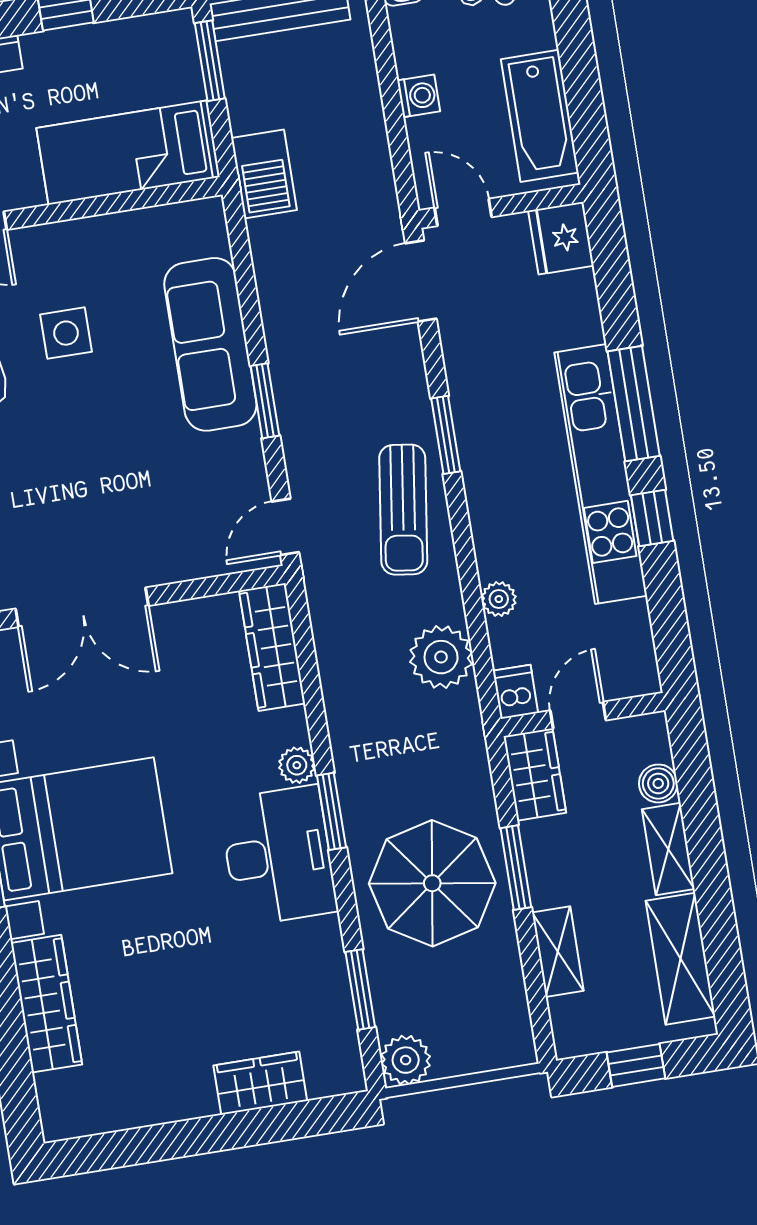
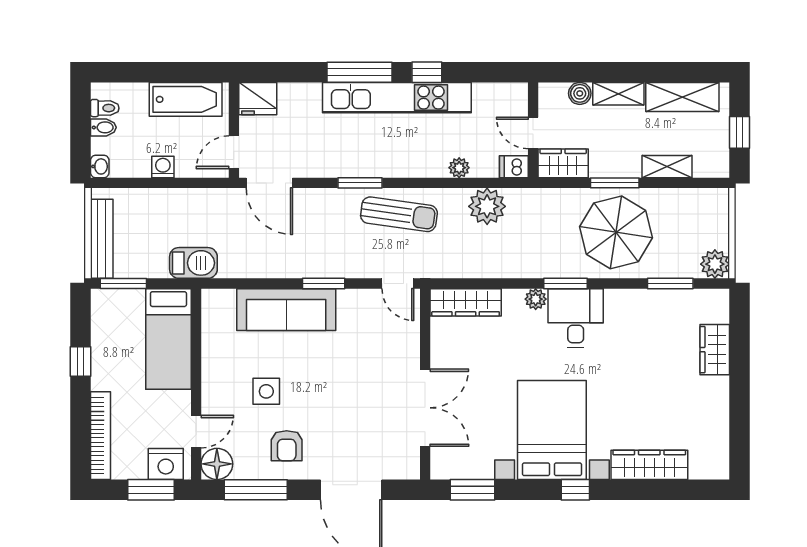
desk: (278, 856) -> (576, 318), width x0.73

